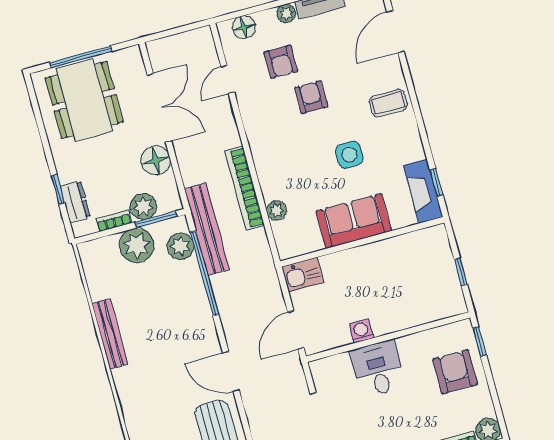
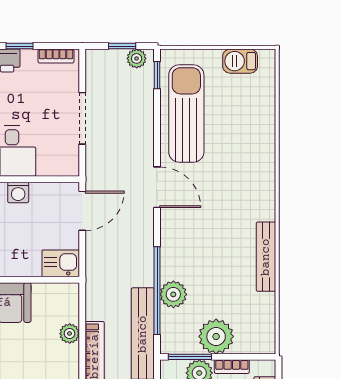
plant: (180, 246) -> (173, 294), moved

